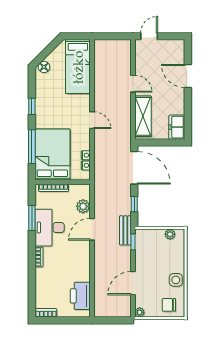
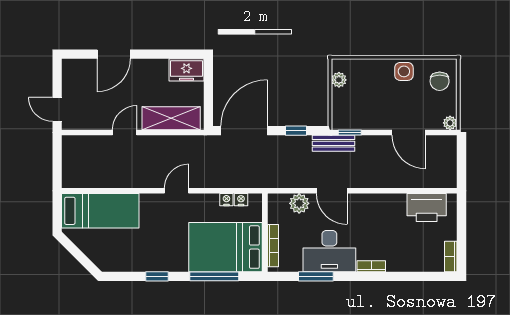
floor lamp: (44, 67) -> (101, 259), removed

